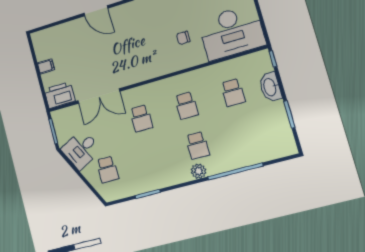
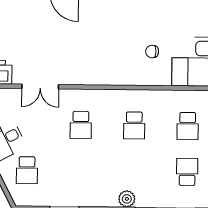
double door: (99, 96) -> (40, 86), width x0.73
school desk: (197, 145) -> (187, 172), moved, turned 180

